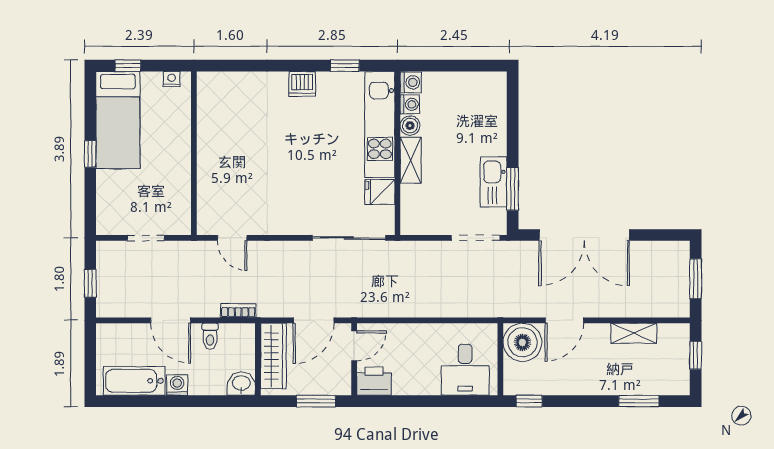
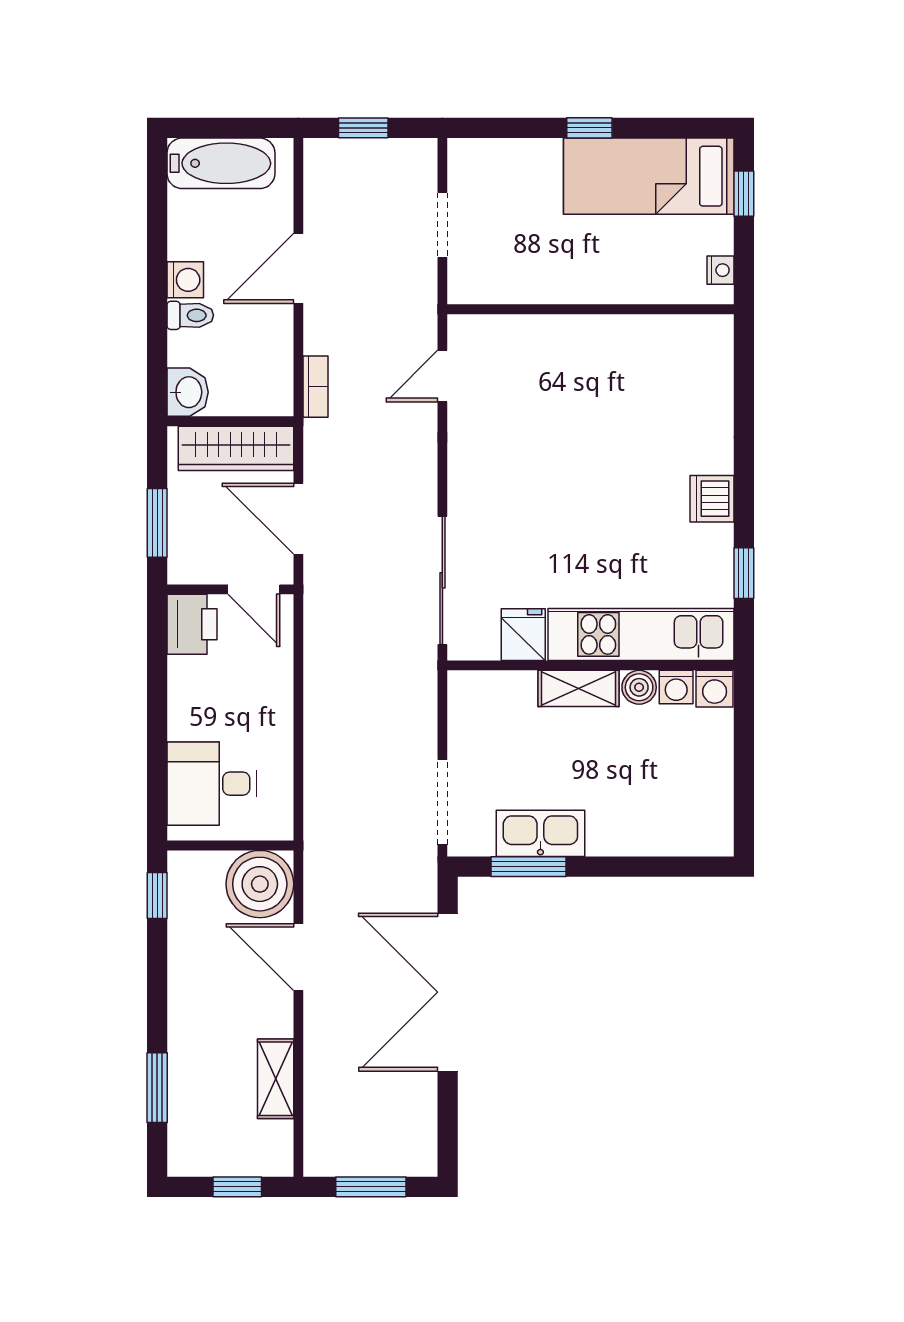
toilet: (210, 336) -> (190, 315), moved, turned 180
bathtub: (134, 381) -> (221, 163), moved, turned 90

